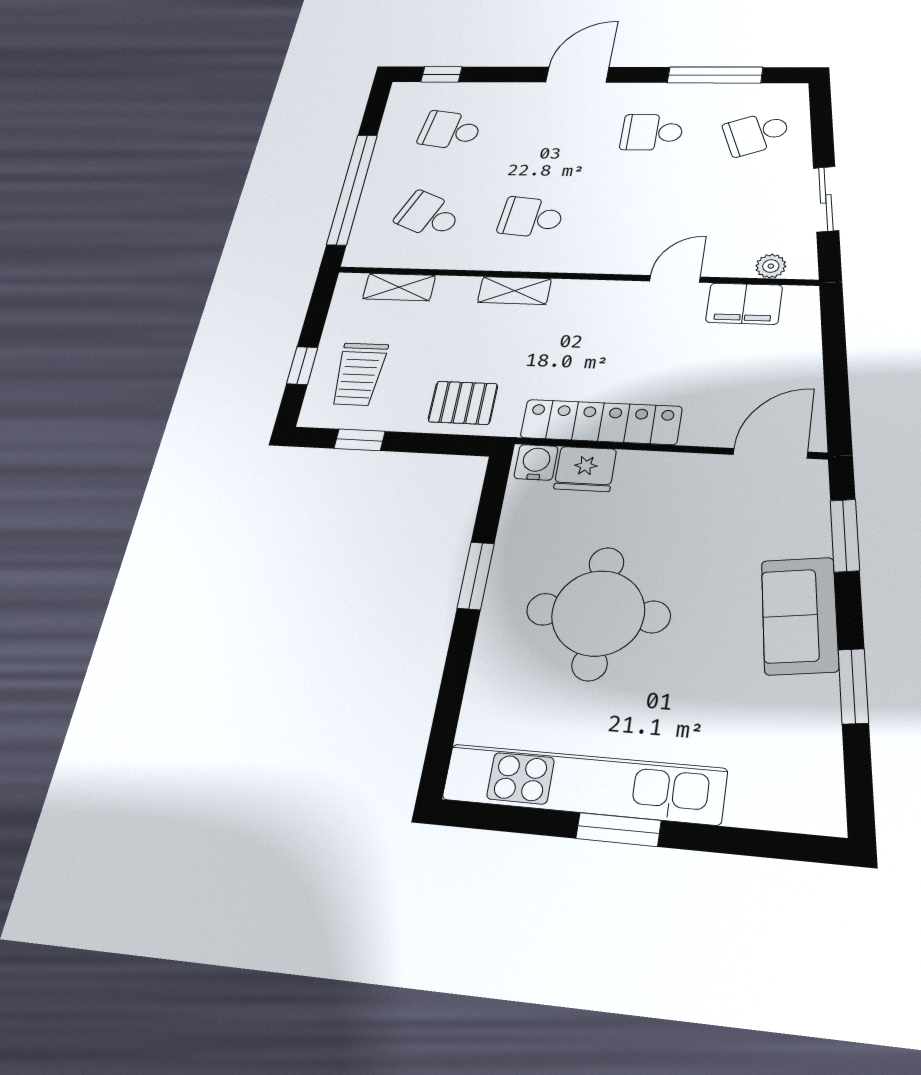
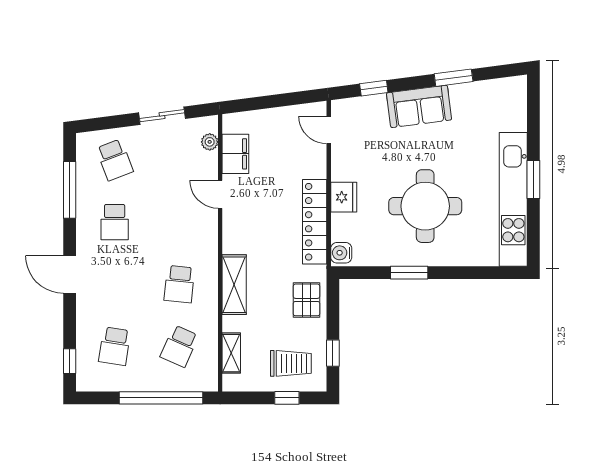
shelving: (514, 291) -> (234, 285), width x1.50, depth x1.33
door: (770, 453) -> (329, 130), width x0.73
fridge: (585, 469) -> (344, 197), moved
window: (845, 535) -> (374, 88), width x0.67

